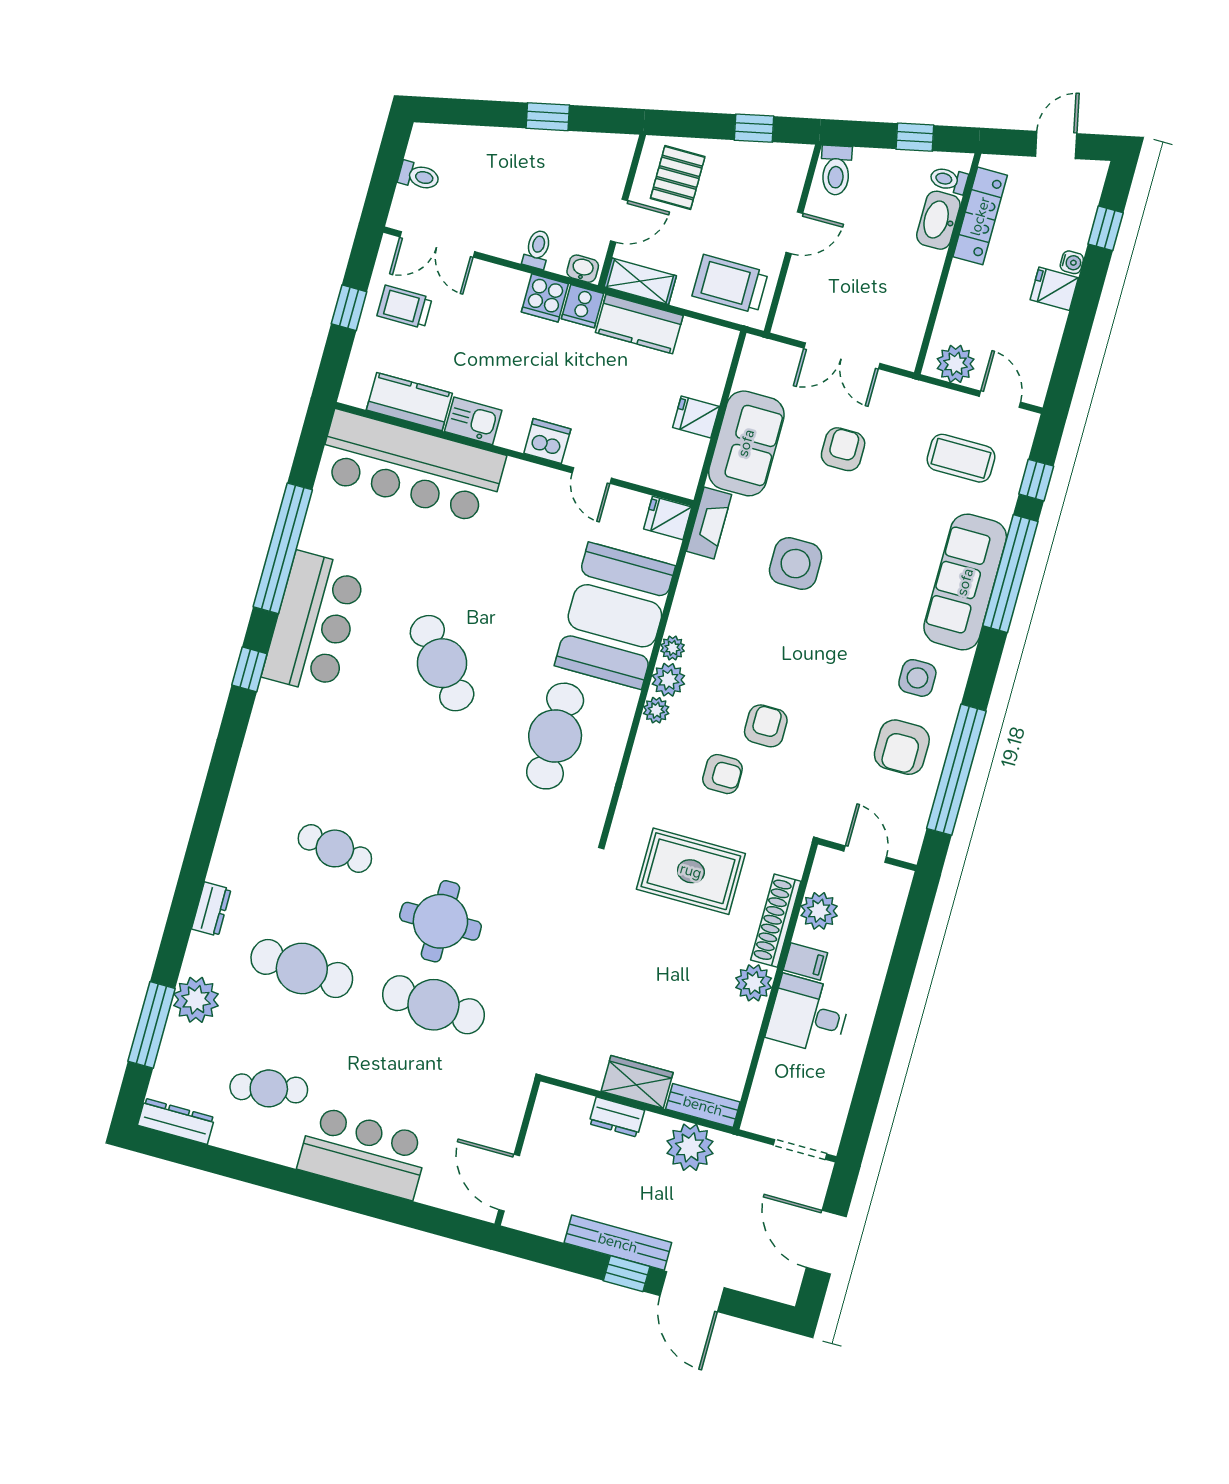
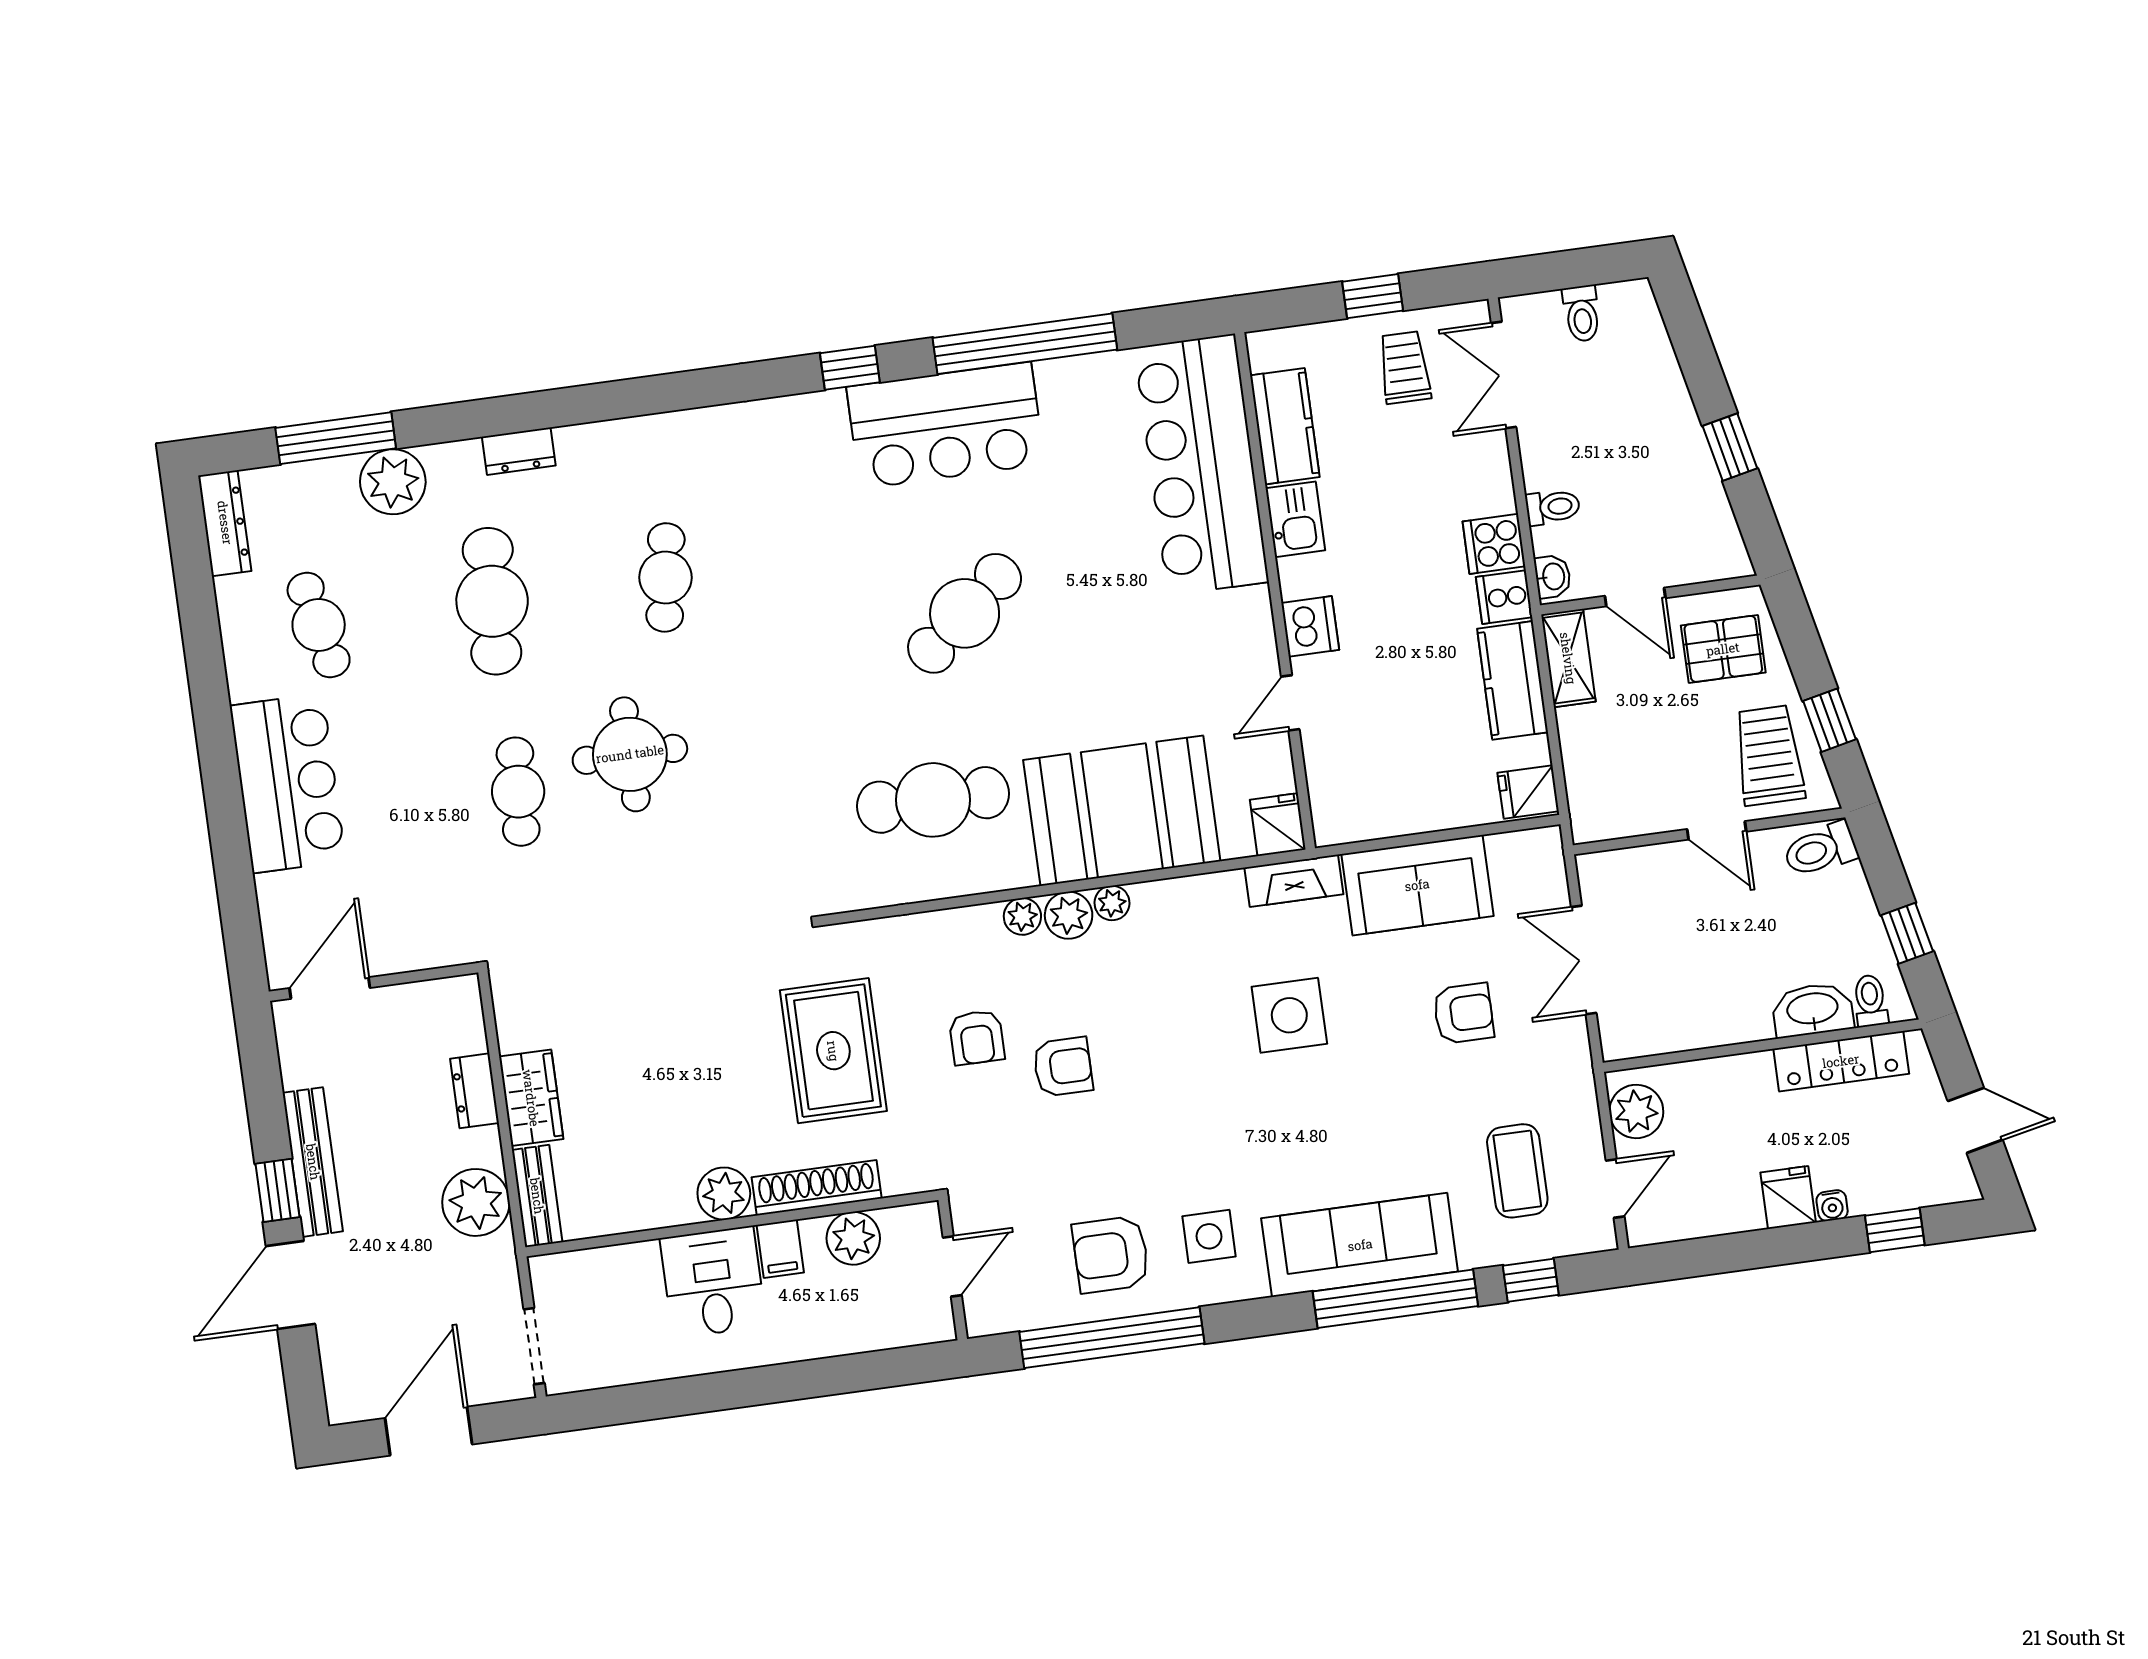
trolley: (730, 284) -> (1769, 755), moved
fridge: (696, 417) -> (1528, 792), moved, turned -90
cafe table: (433, 1005) -> (518, 792), width x0.73, depth x0.74

